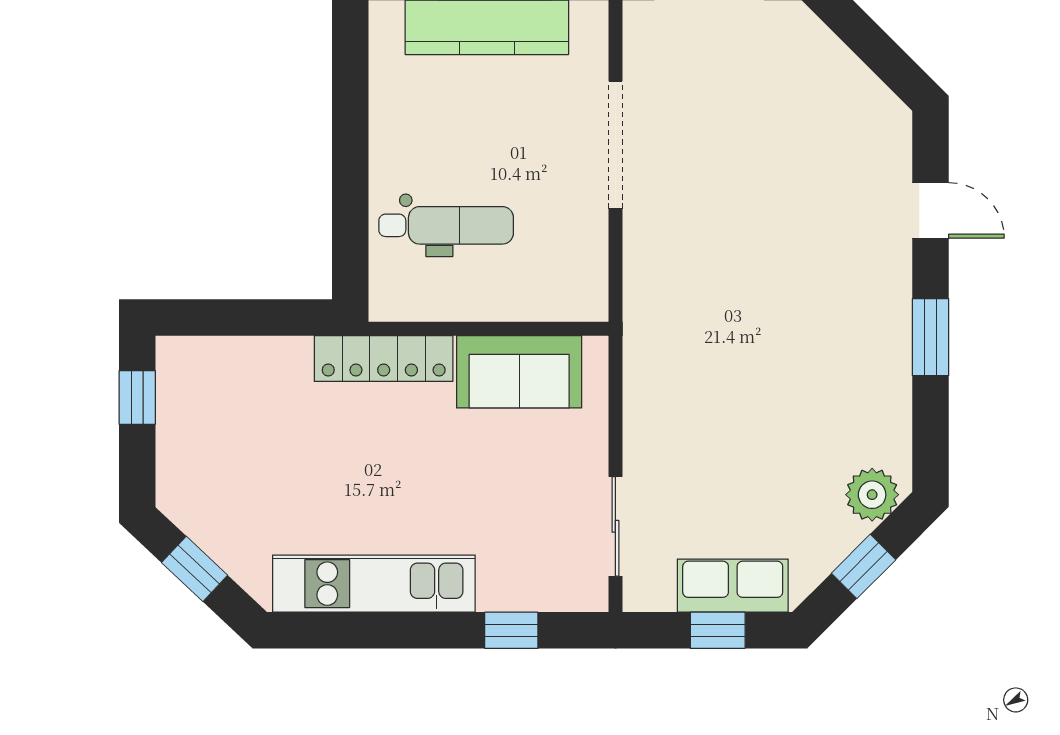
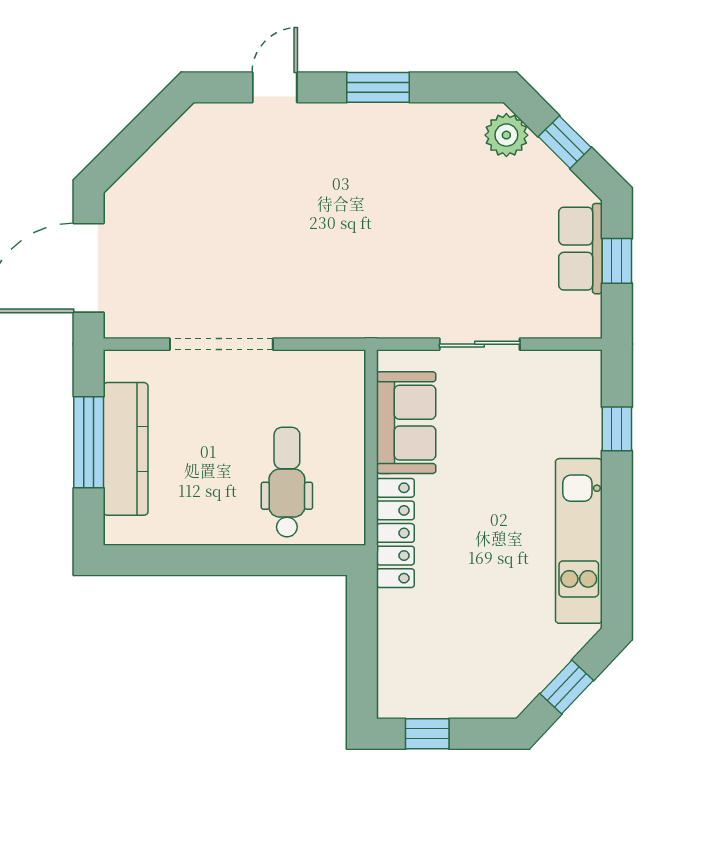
sliding door: (615, 526) -> (480, 344), moved

